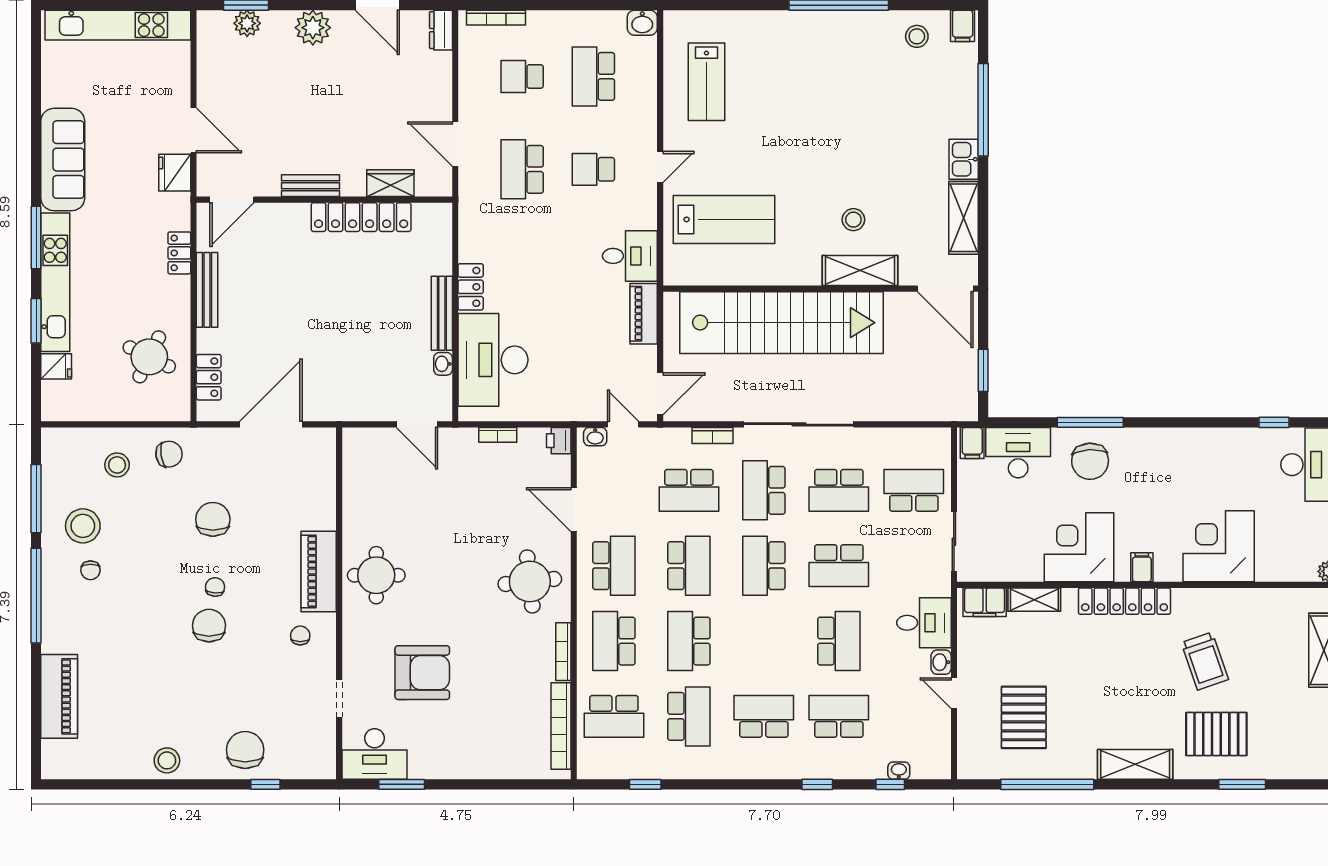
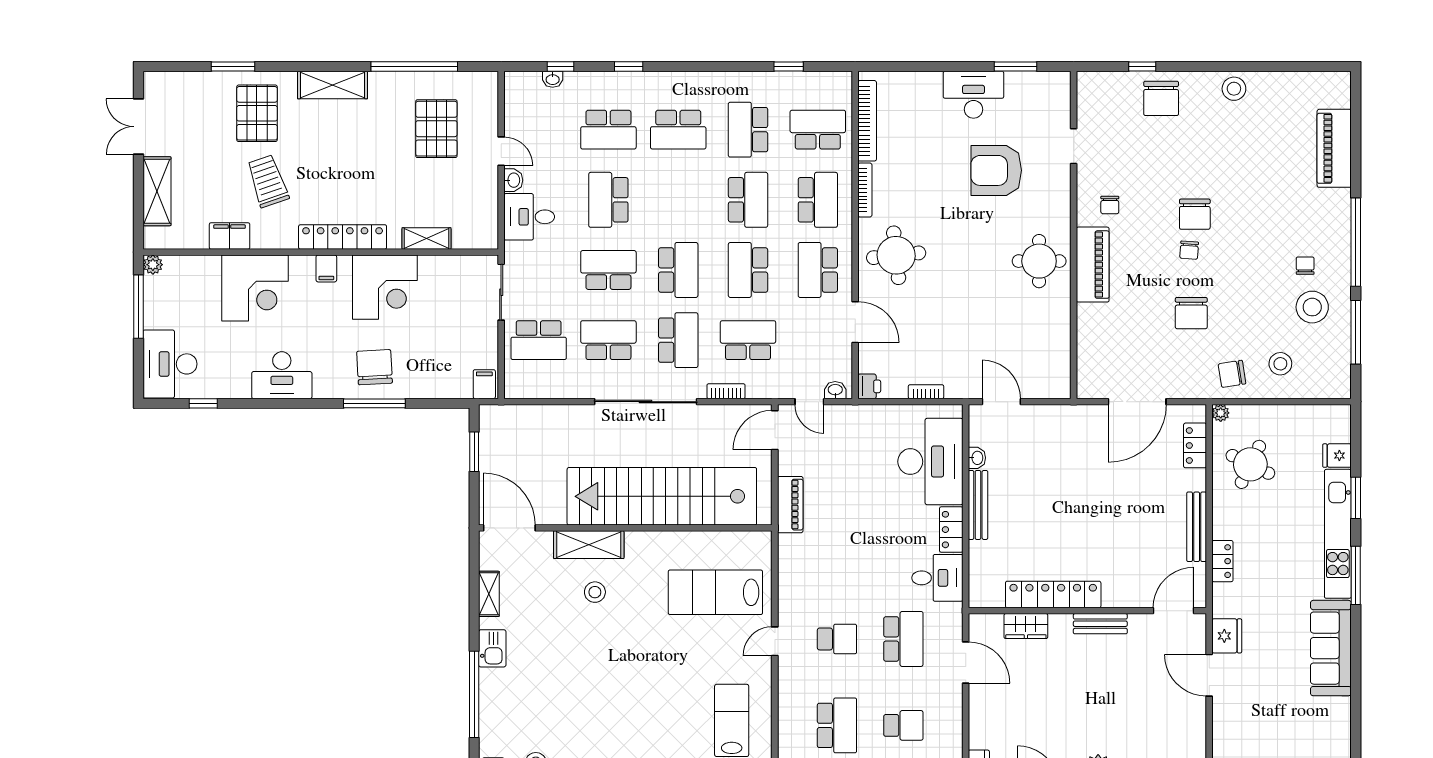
shelving: (964, 218) -> (489, 594), width x0.67, depth x0.75
desk: (630, 256) -> (937, 578), moved, turned 180
plant: (181, 412) -> (1221, 413), added
desk: (1018, 453) -> (282, 375), moved
filing cabinet: (985, 602) -> (230, 236), moved
pallet: (1216, 734) -> (257, 113), turned 90
desk: (375, 754) -> (973, 95), moved

